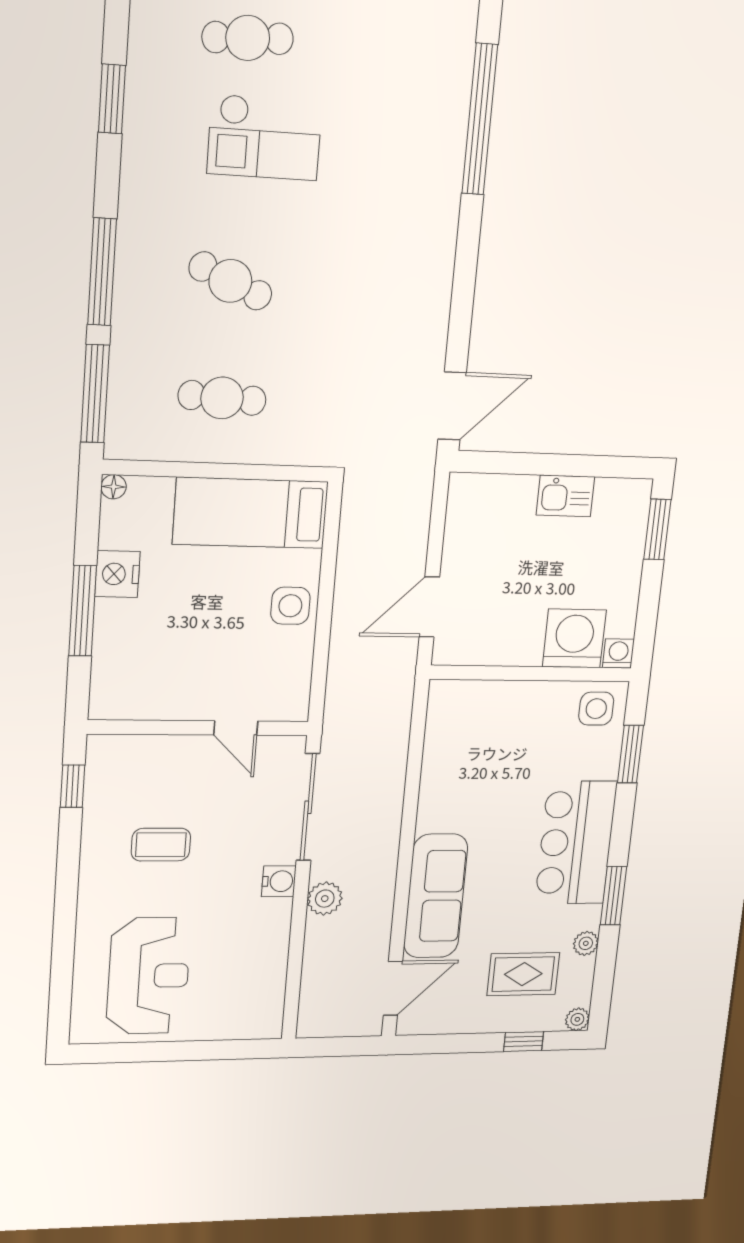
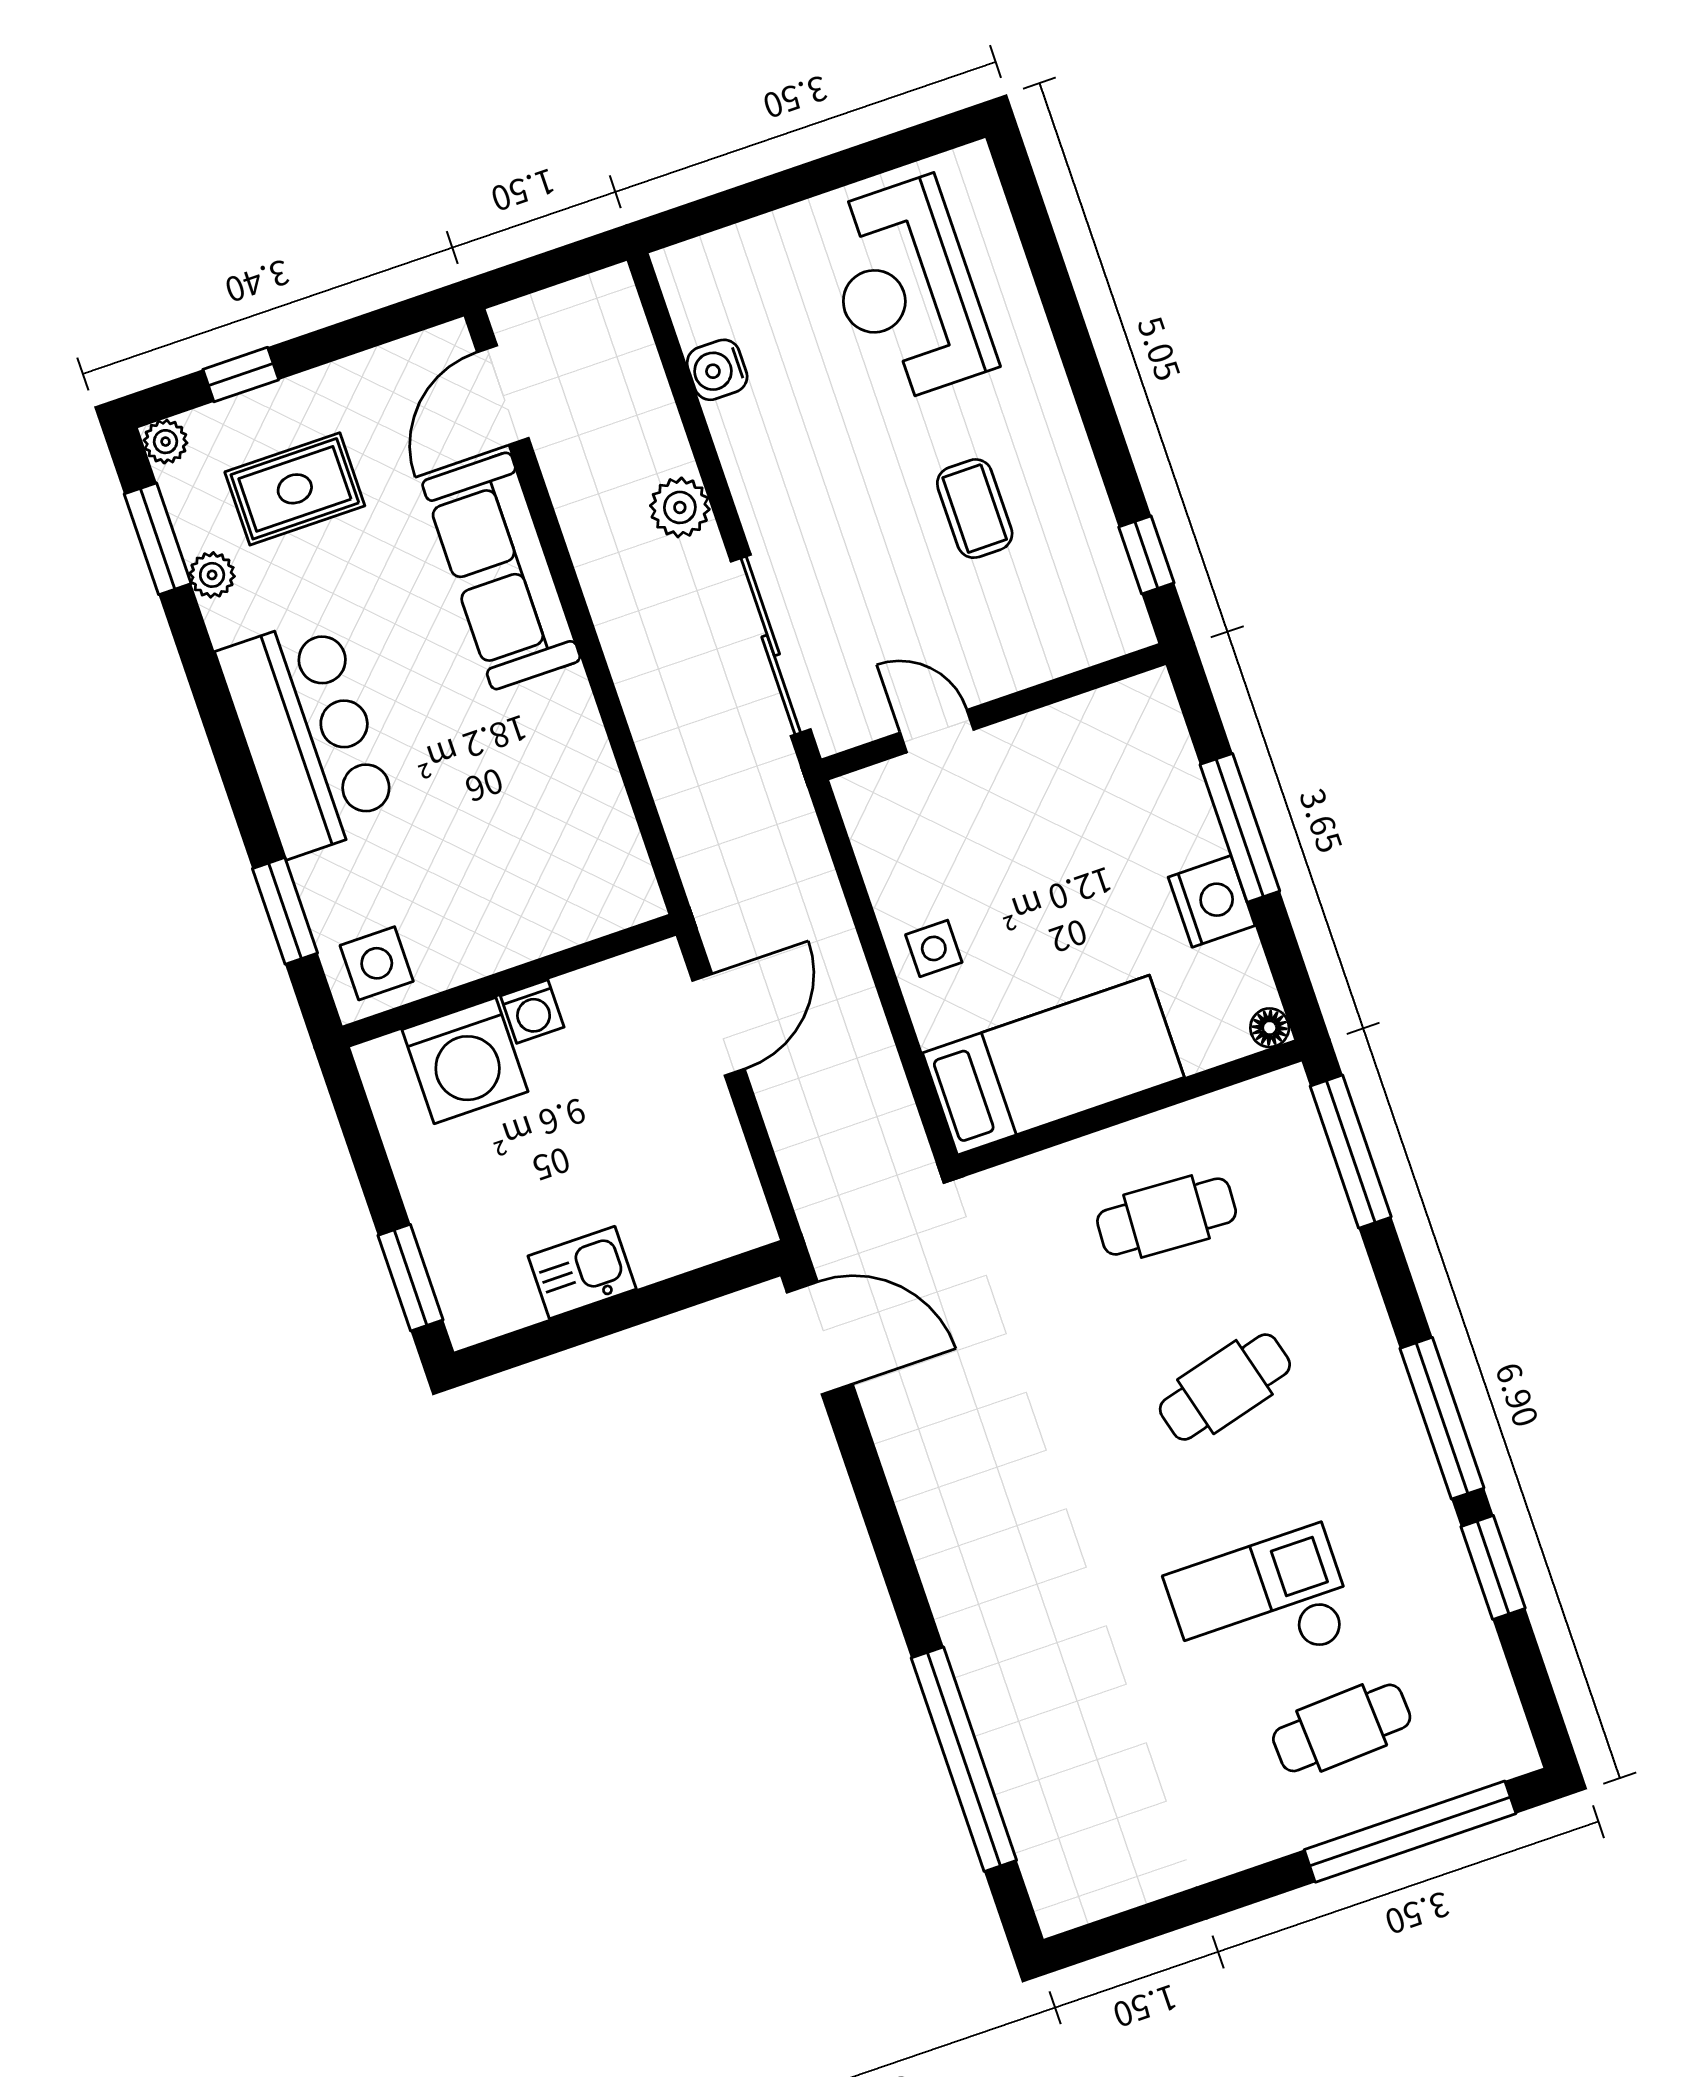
window: (102, 272) -> (1442, 1418), moved
cafe table: (230, 281) -> (1225, 1387), turned -39
door: (452, 406) -> (820, 1338), swing flipped
side table: (290, 606) -> (934, 948), width x0.73, depth x0.73
washing machine: (618, 653) -> (532, 1012), moved
coffee table: (161, 845) -> (975, 509), turned 90
water cooler: (279, 881) -> (717, 370), moved
window: (614, 896) -> (158, 539), moved

